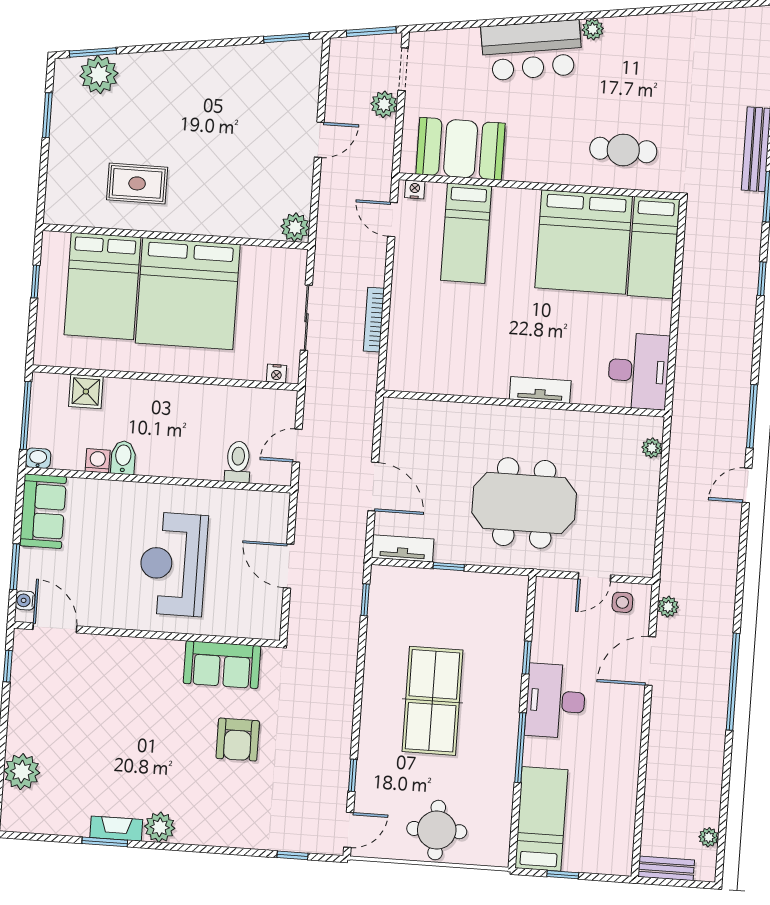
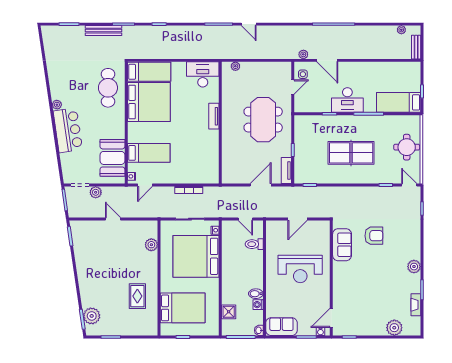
cafe table: (623, 150) -> (108, 88), width x1.37, depth x1.35
plant: (295, 227) -> (151, 245), moved
bed: (188, 294) -> (196, 256), moved, turned 180
door: (594, 577) -> (293, 87), hinge flipped
fireplace: (116, 829) -> (416, 305), moved

